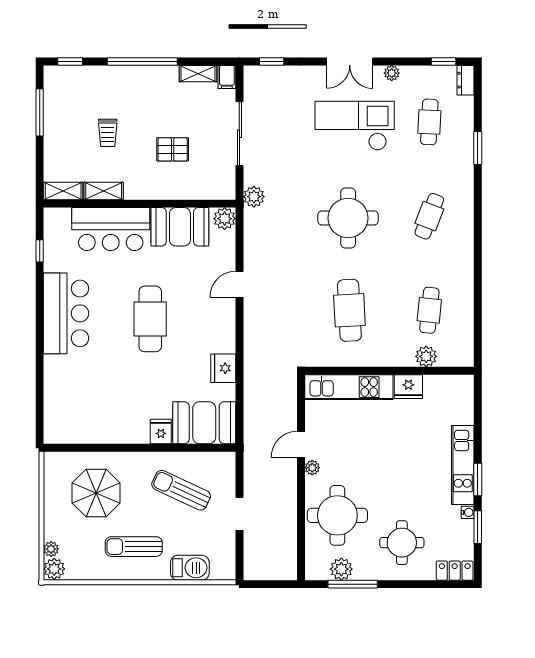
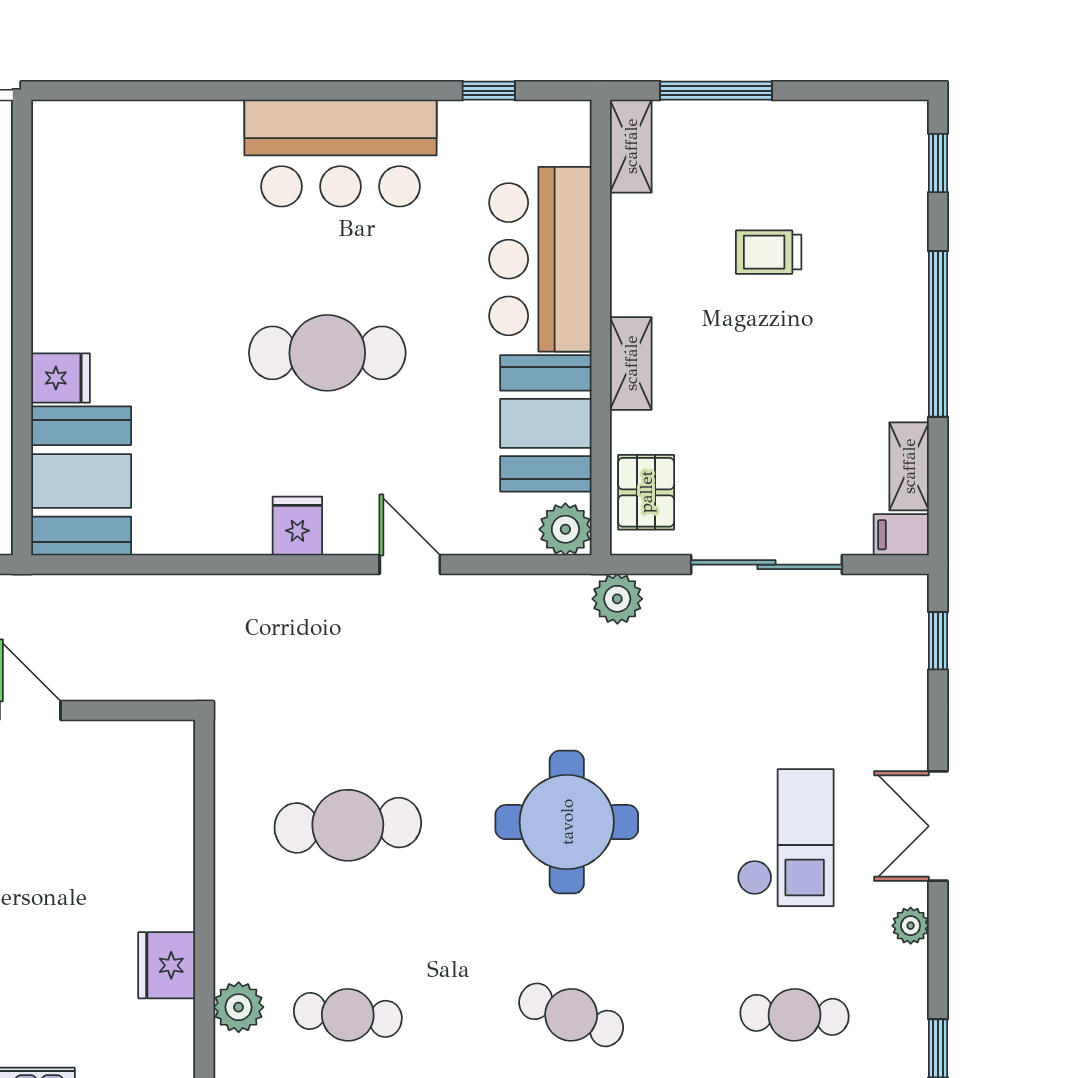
window: (40, 112) -> (716, 91), moved
checkout: (355, 126) -> (785, 838), width x0.73, depth x0.83
pallet: (173, 149) -> (646, 492), moved
shelving: (104, 191) -> (631, 363), moved
fridge: (223, 368) -> (297, 526), moved, width x0.72
kitchen unit: (349, 387) -> (166, 824), removed

